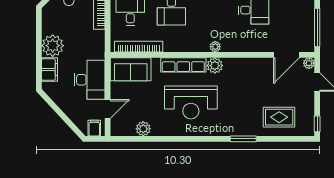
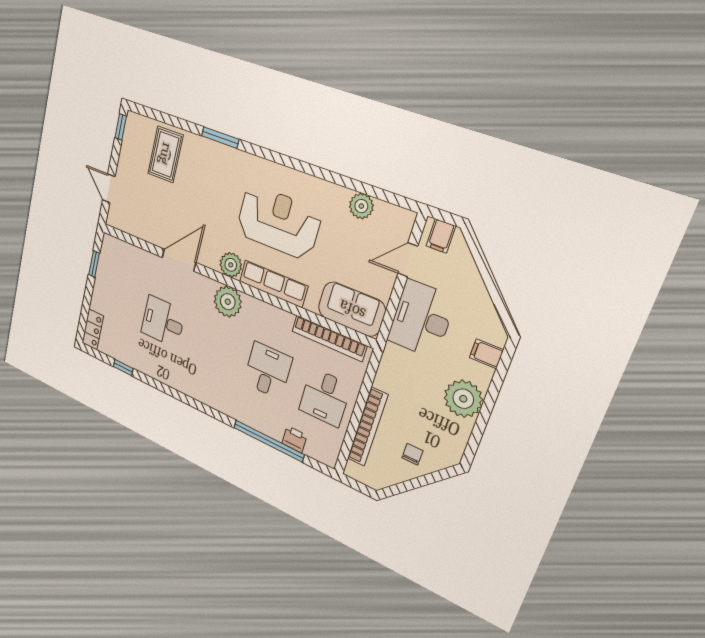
window: (317, 28) -> (94, 264), width x0.46
plant: (215, 47) -> (228, 302), width x1.88, depth x1.88
door: (286, 55) -> (179, 260), moved
plant: (309, 63) -> (113, 219), removed
filing cabinet: (49, 69) -> (486, 354), width x0.50
rug: (279, 117) -> (165, 154), turned 90

